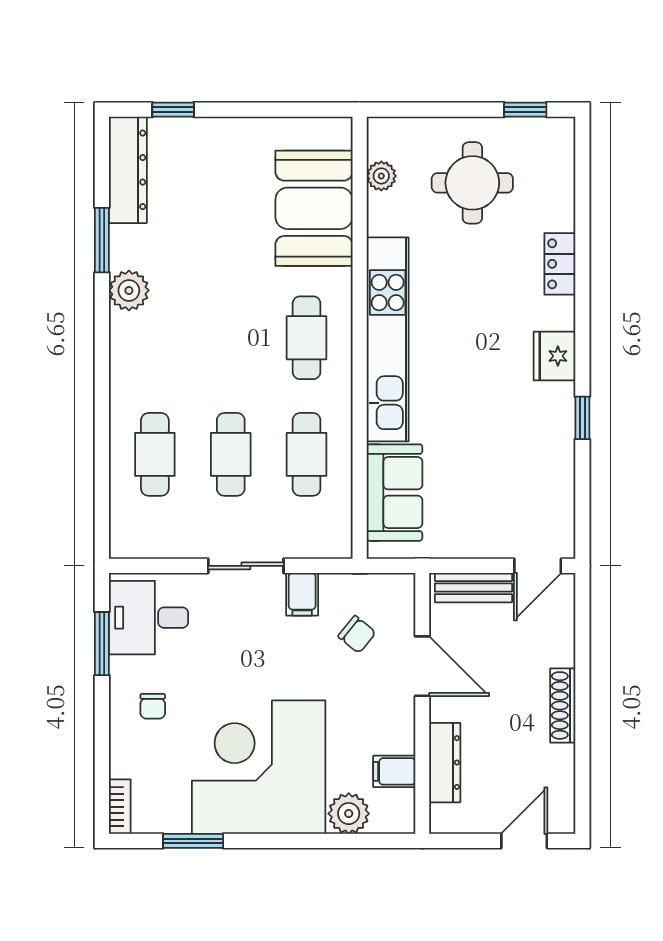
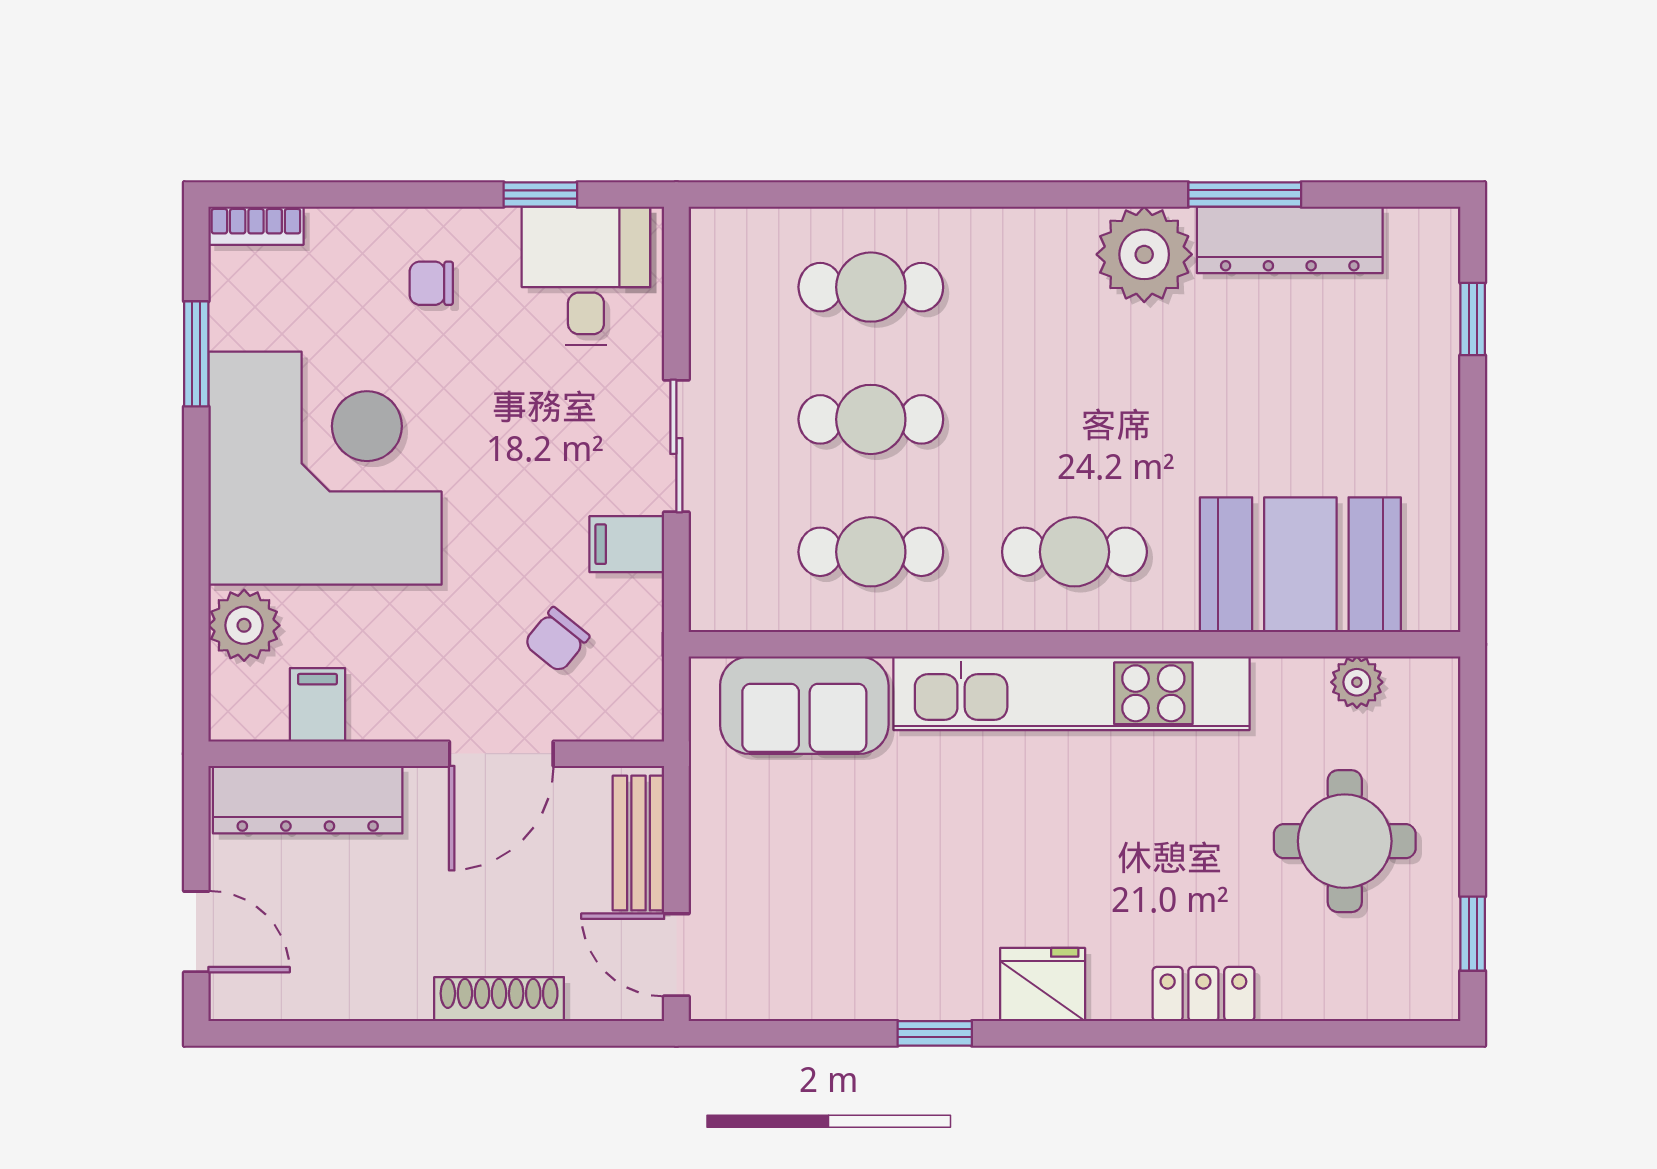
dresser: (128, 170) -> (1290, 240), moved
plant: (129, 290) -> (1144, 254), width x1.36, depth x1.36
window: (102, 644) -> (540, 195), width x0.67
shoe rack: (563, 705) -> (499, 999), moved
dresser: (445, 763) -> (308, 800), width x1.37, depth x1.24

